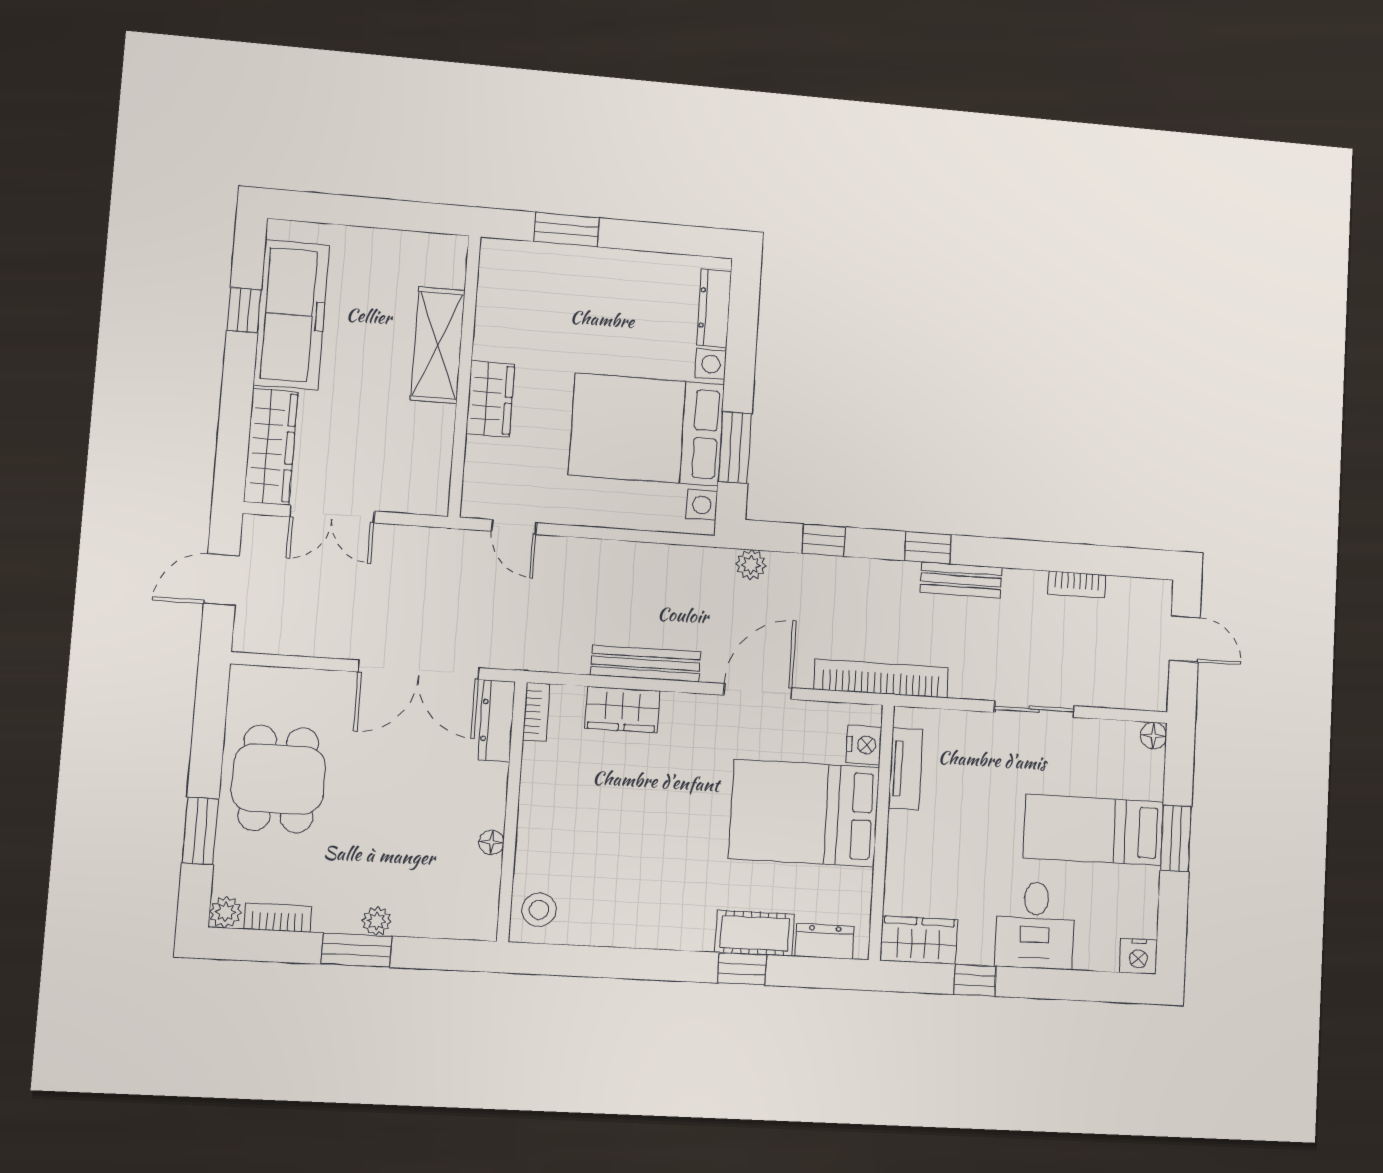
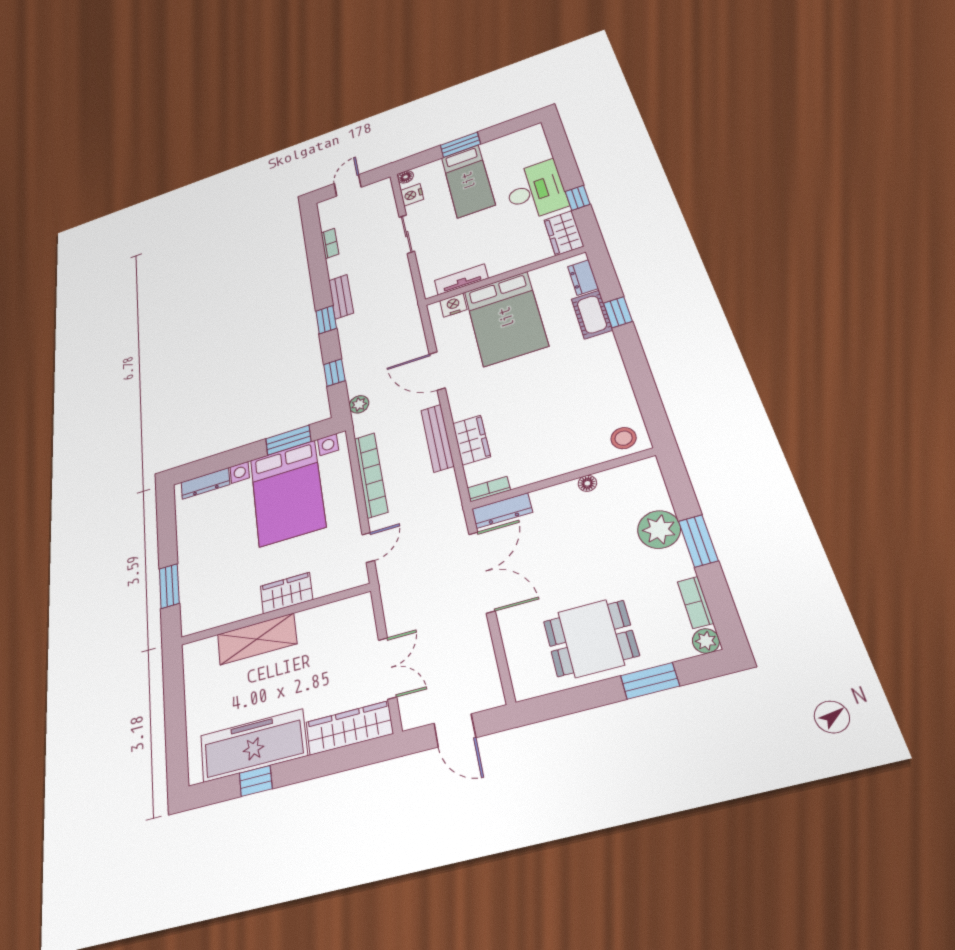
bookcase: (881, 679) -> (371, 475), moved, turned 180
plant: (377, 921) -> (659, 529), width x1.87, depth x1.87
desk: (1035, 925) -> (536, 191), width x1.37
nightstand: (1138, 956) -> (412, 195), moved, turned 180

